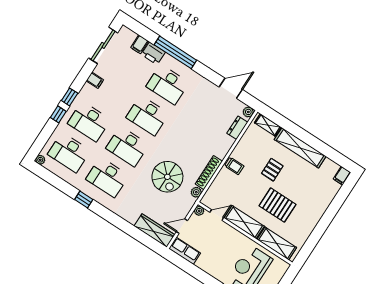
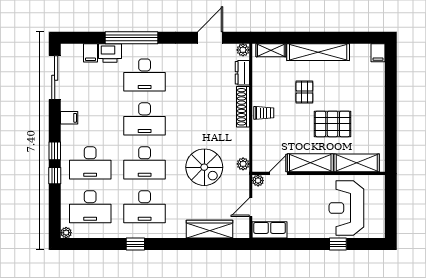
shoe rack: (209, 173) -> (243, 107), moved
wardrobe: (154, 230) -> (209, 229), moved

